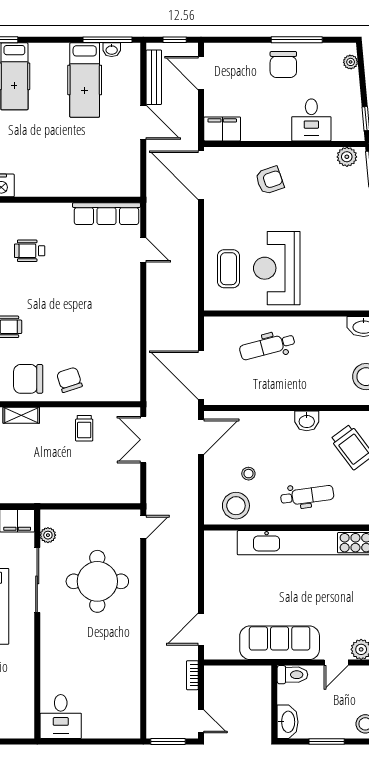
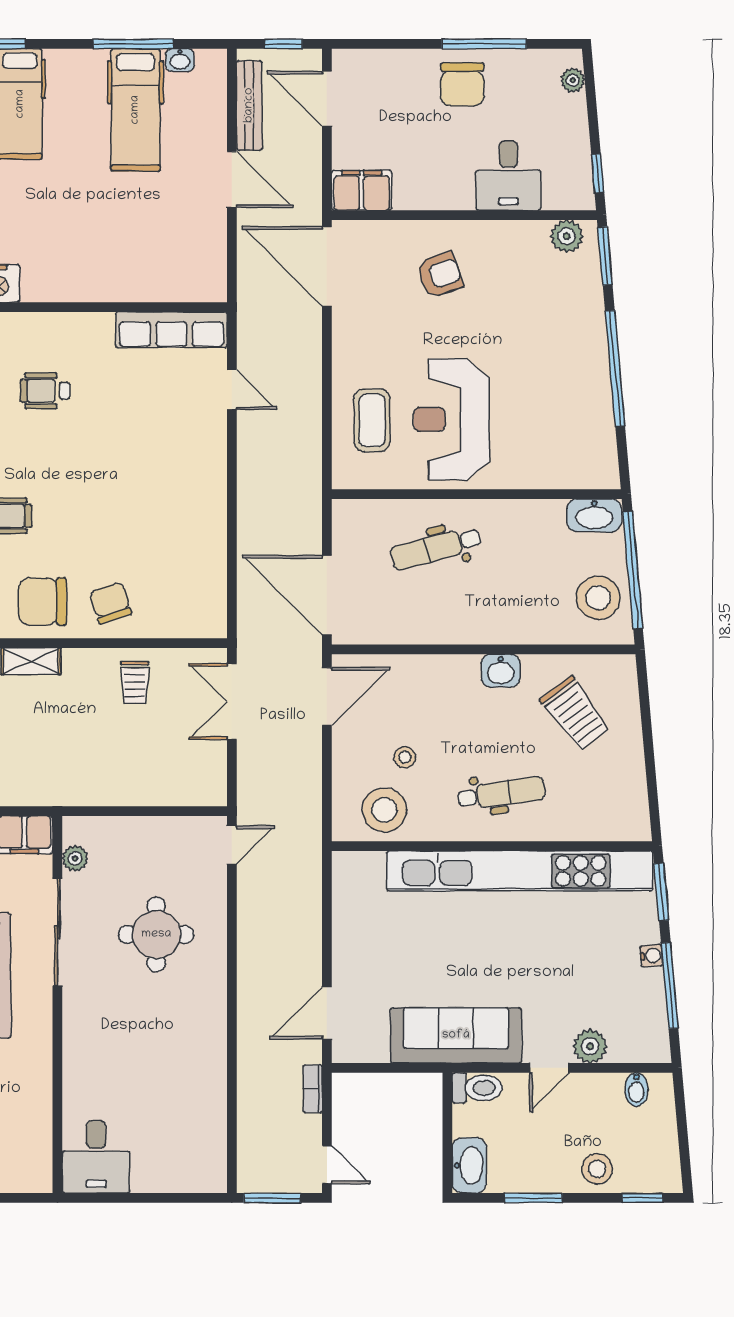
window: (108, 40) -> (133, 44), moved
round table: (97, 581) -> (156, 934), width x0.73, depth x0.73

